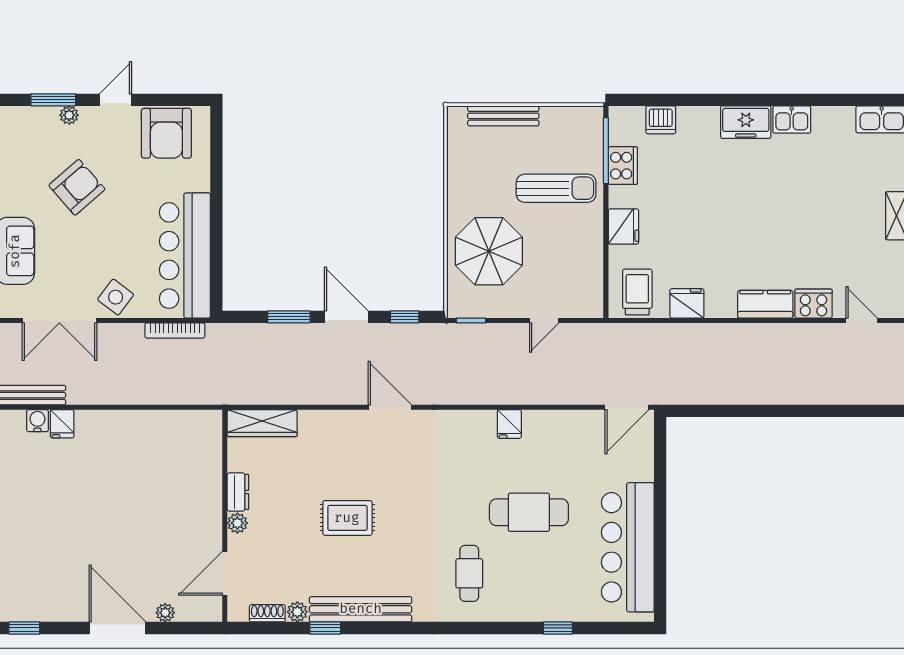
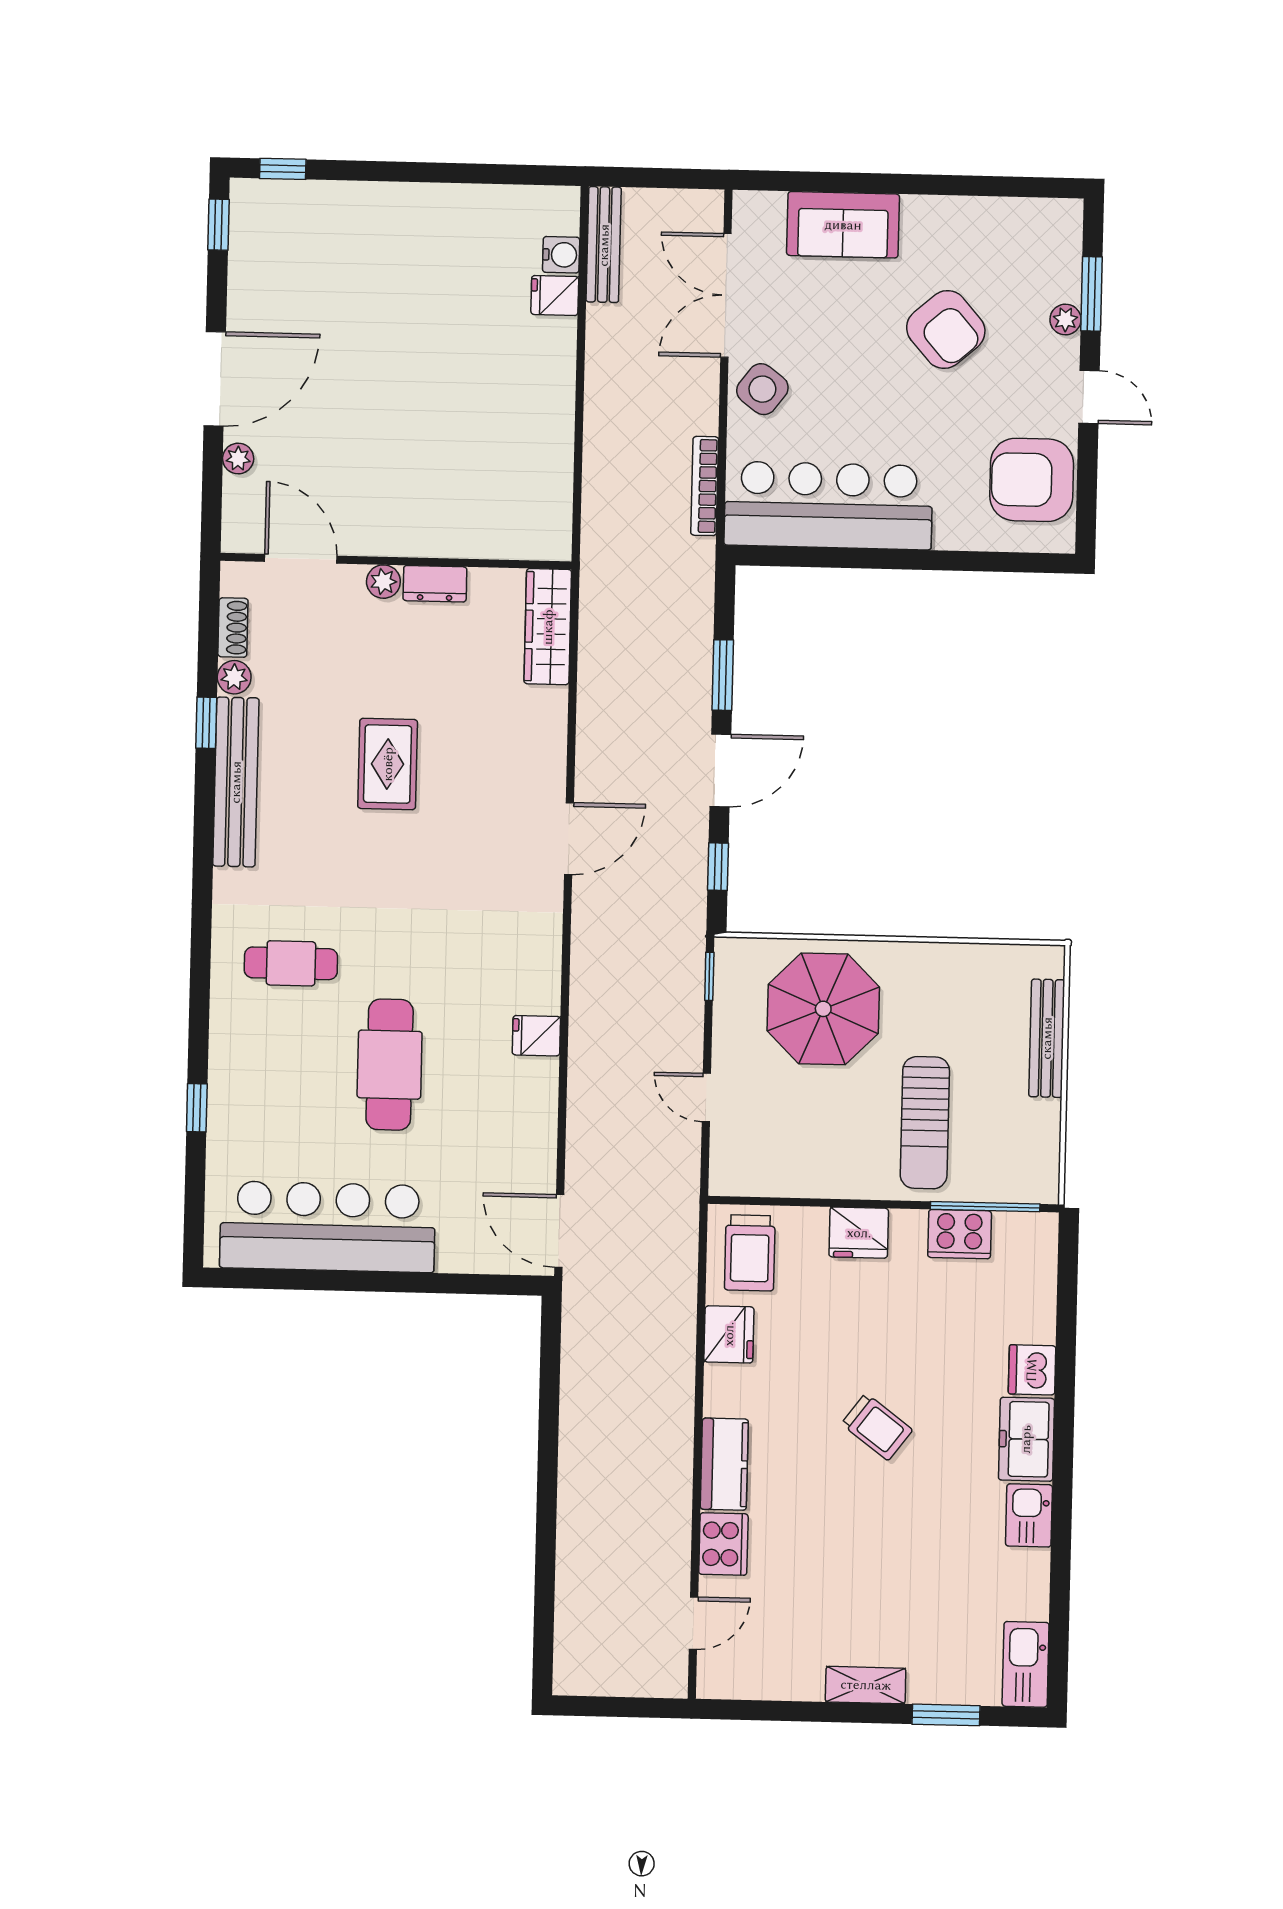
dishwasher: (661, 120) -> (1032, 1370), moved
trolley: (740, 213) -> (877, 1427), added
trolley: (637, 292) -> (750, 1253), turned 90

